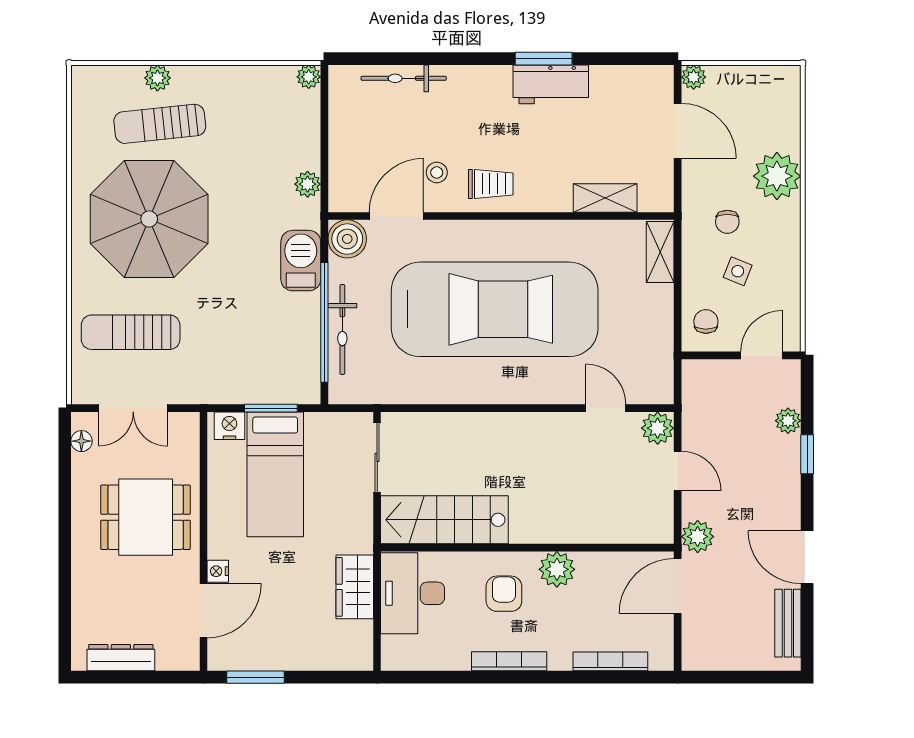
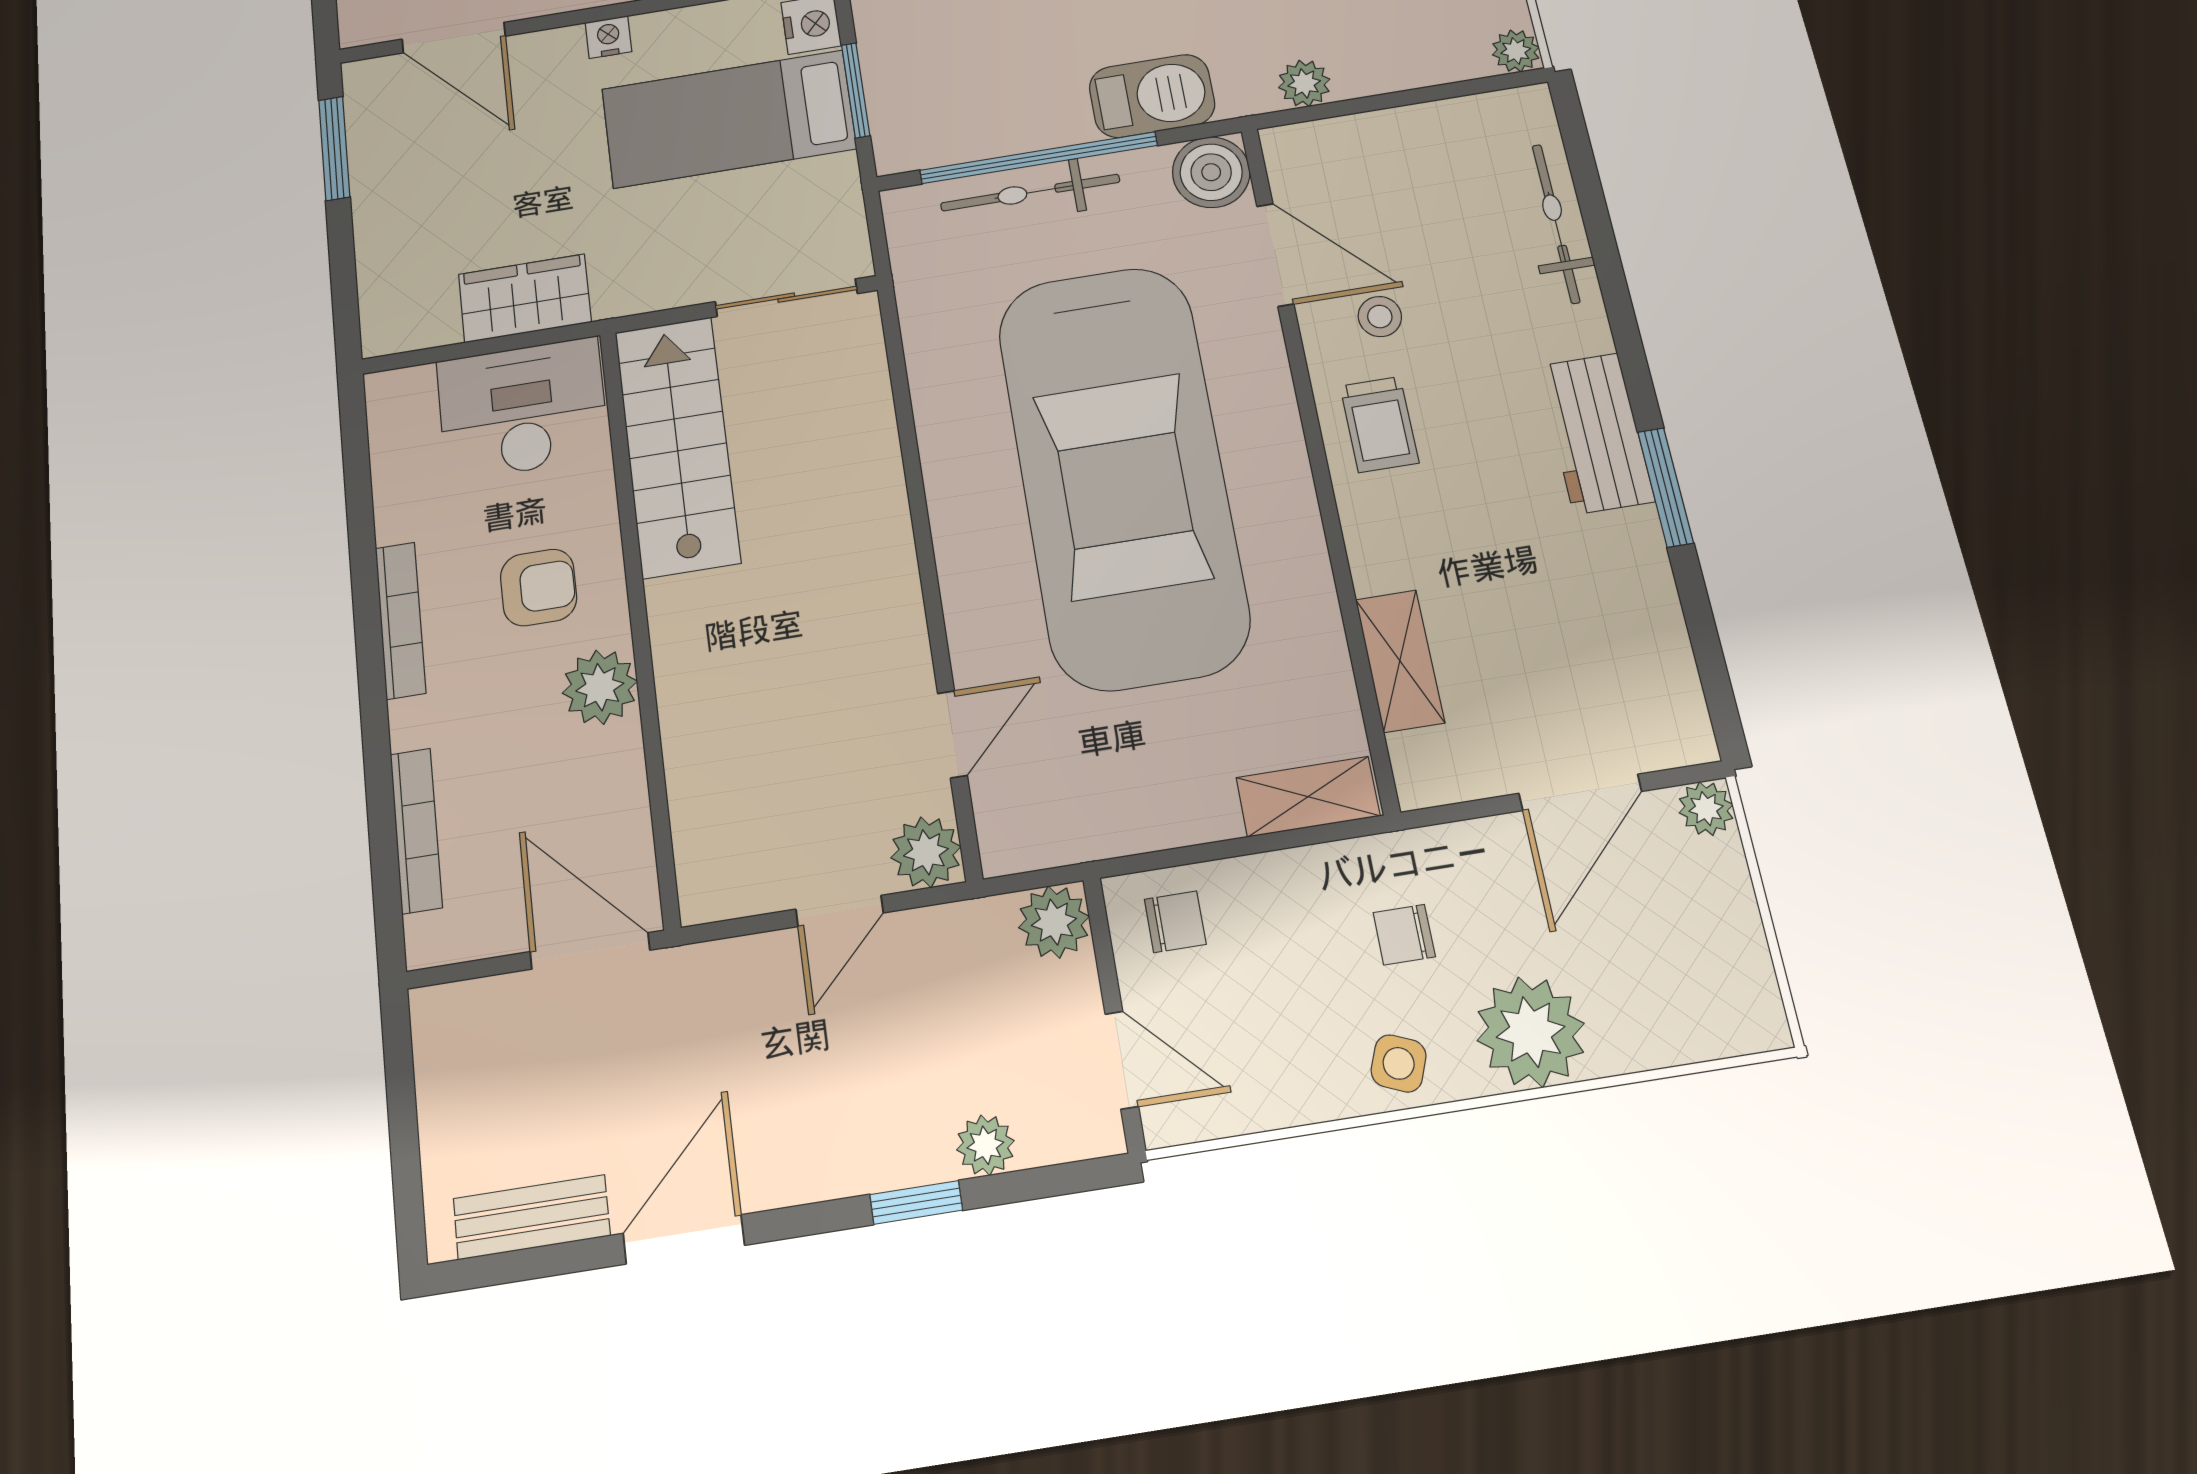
workbench: (551, 84) -> (1596, 433), moved
side table: (738, 271) -> (1399, 1063), moved
plant: (698, 537) -> (1054, 922), moved
nightstand: (218, 571) -> (608, 37), moved

